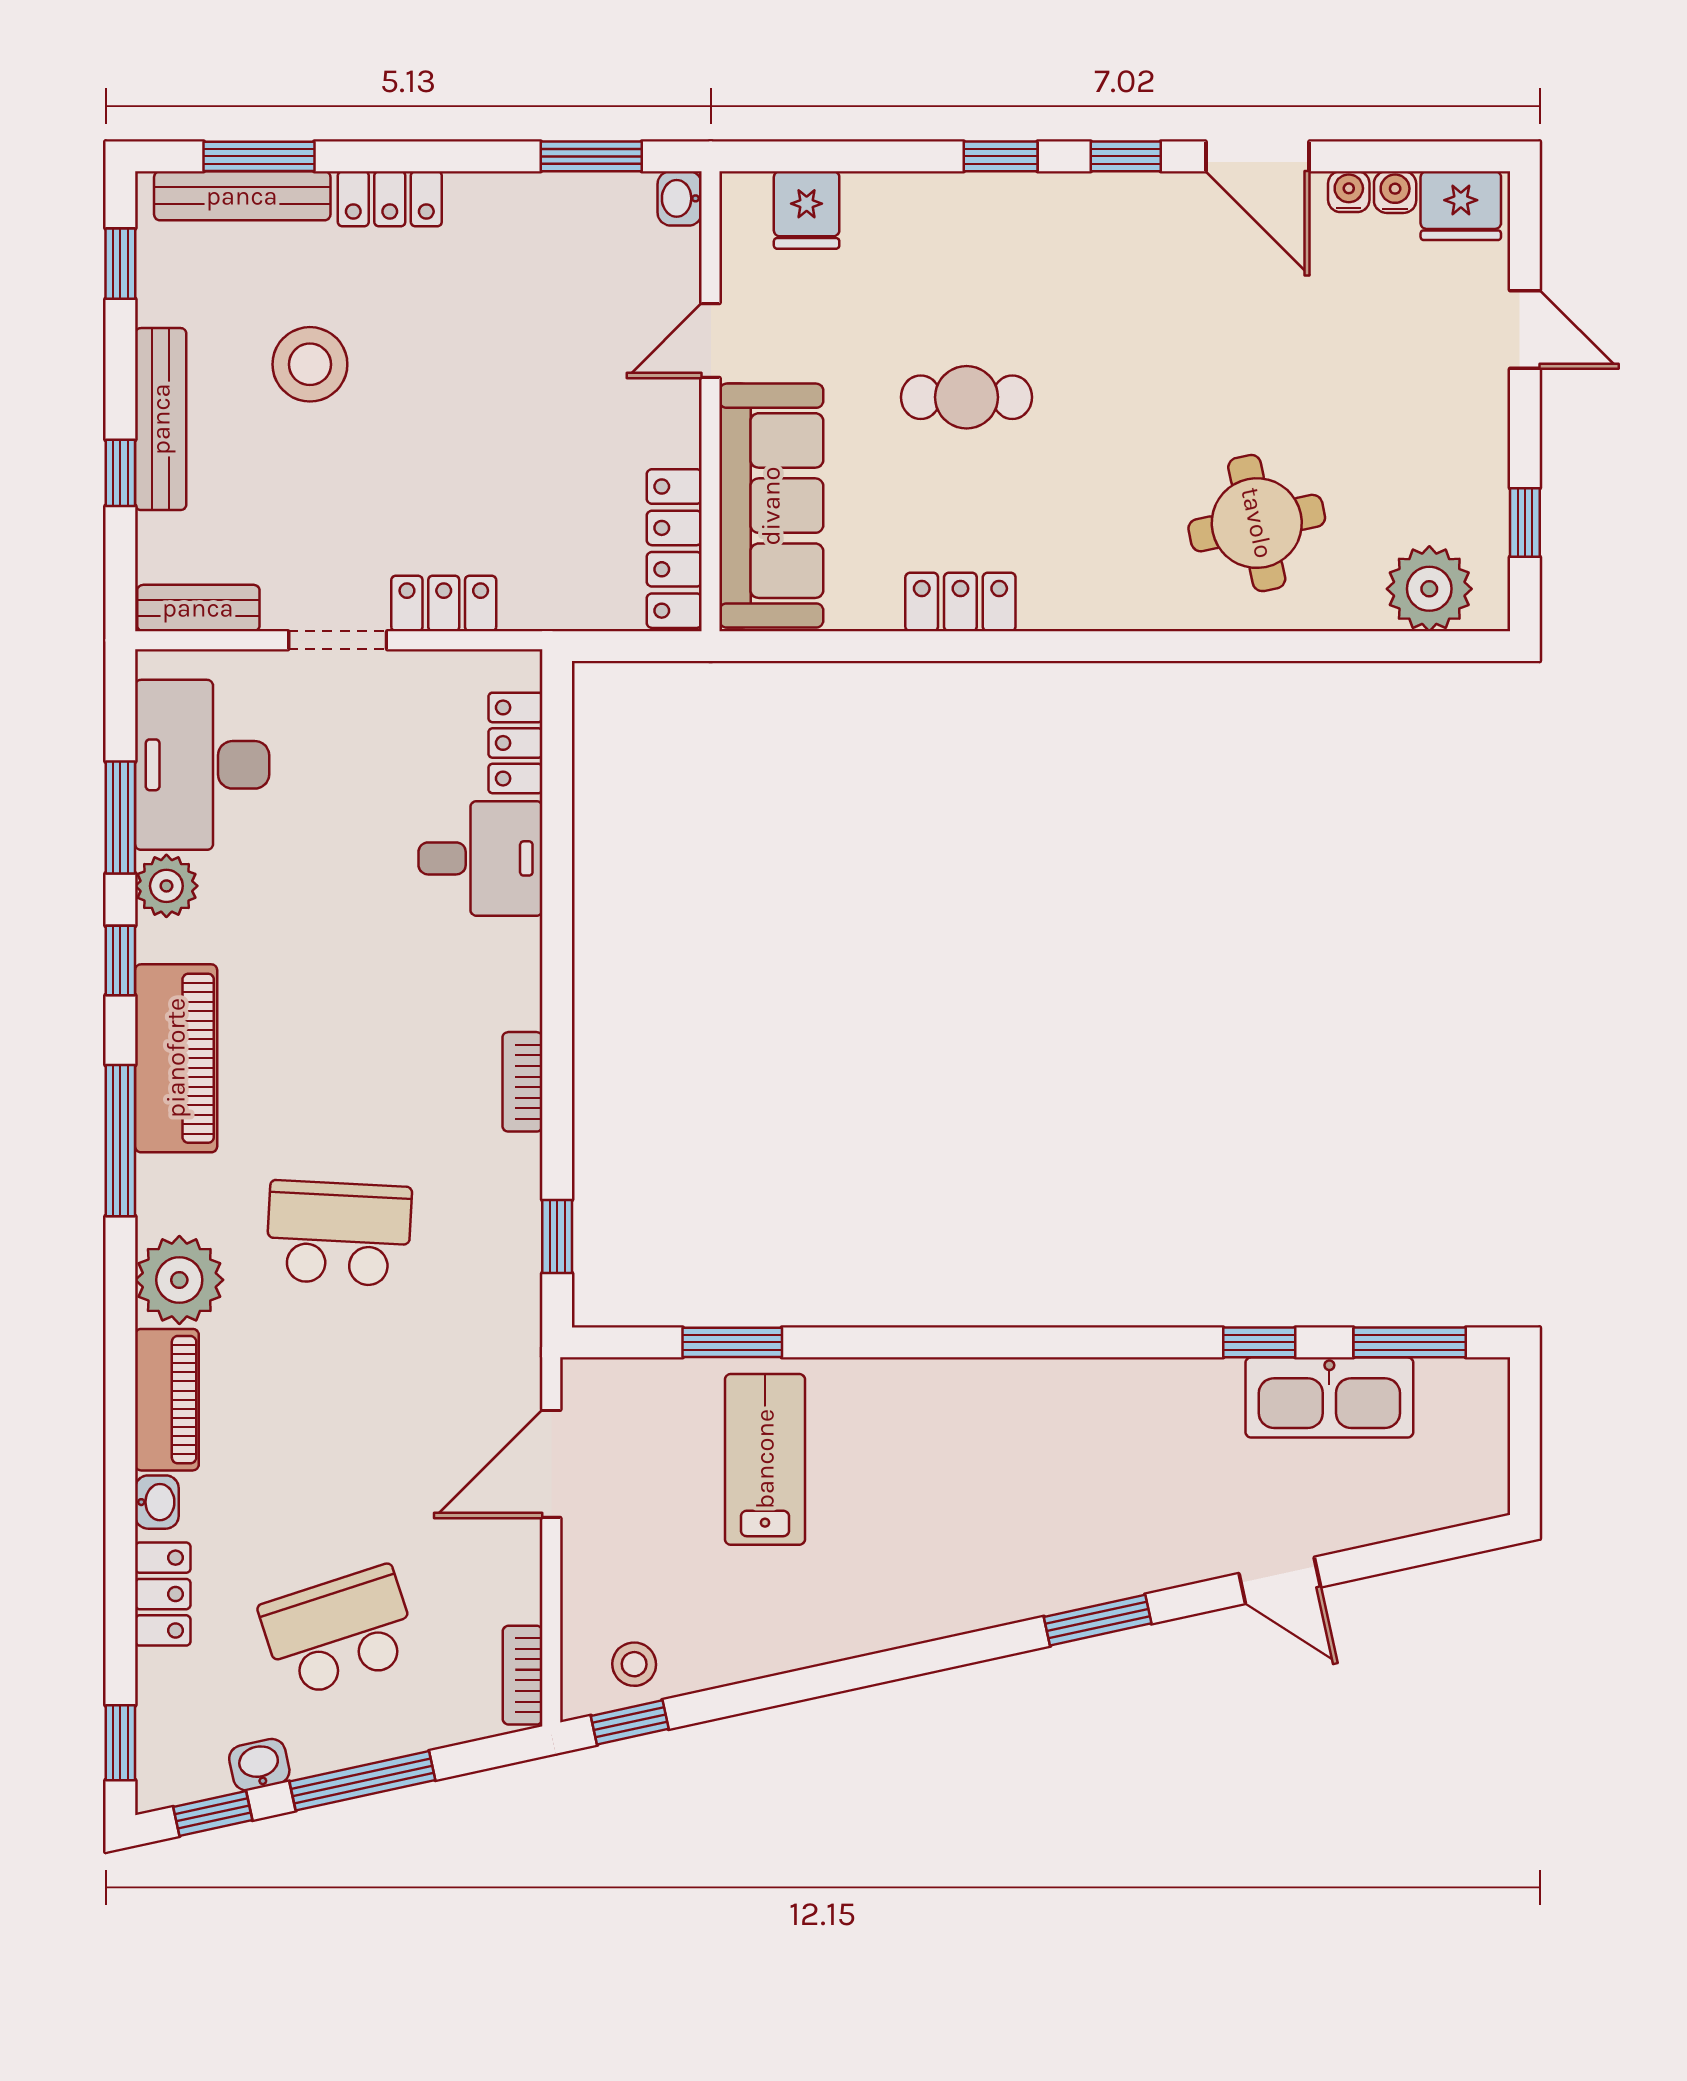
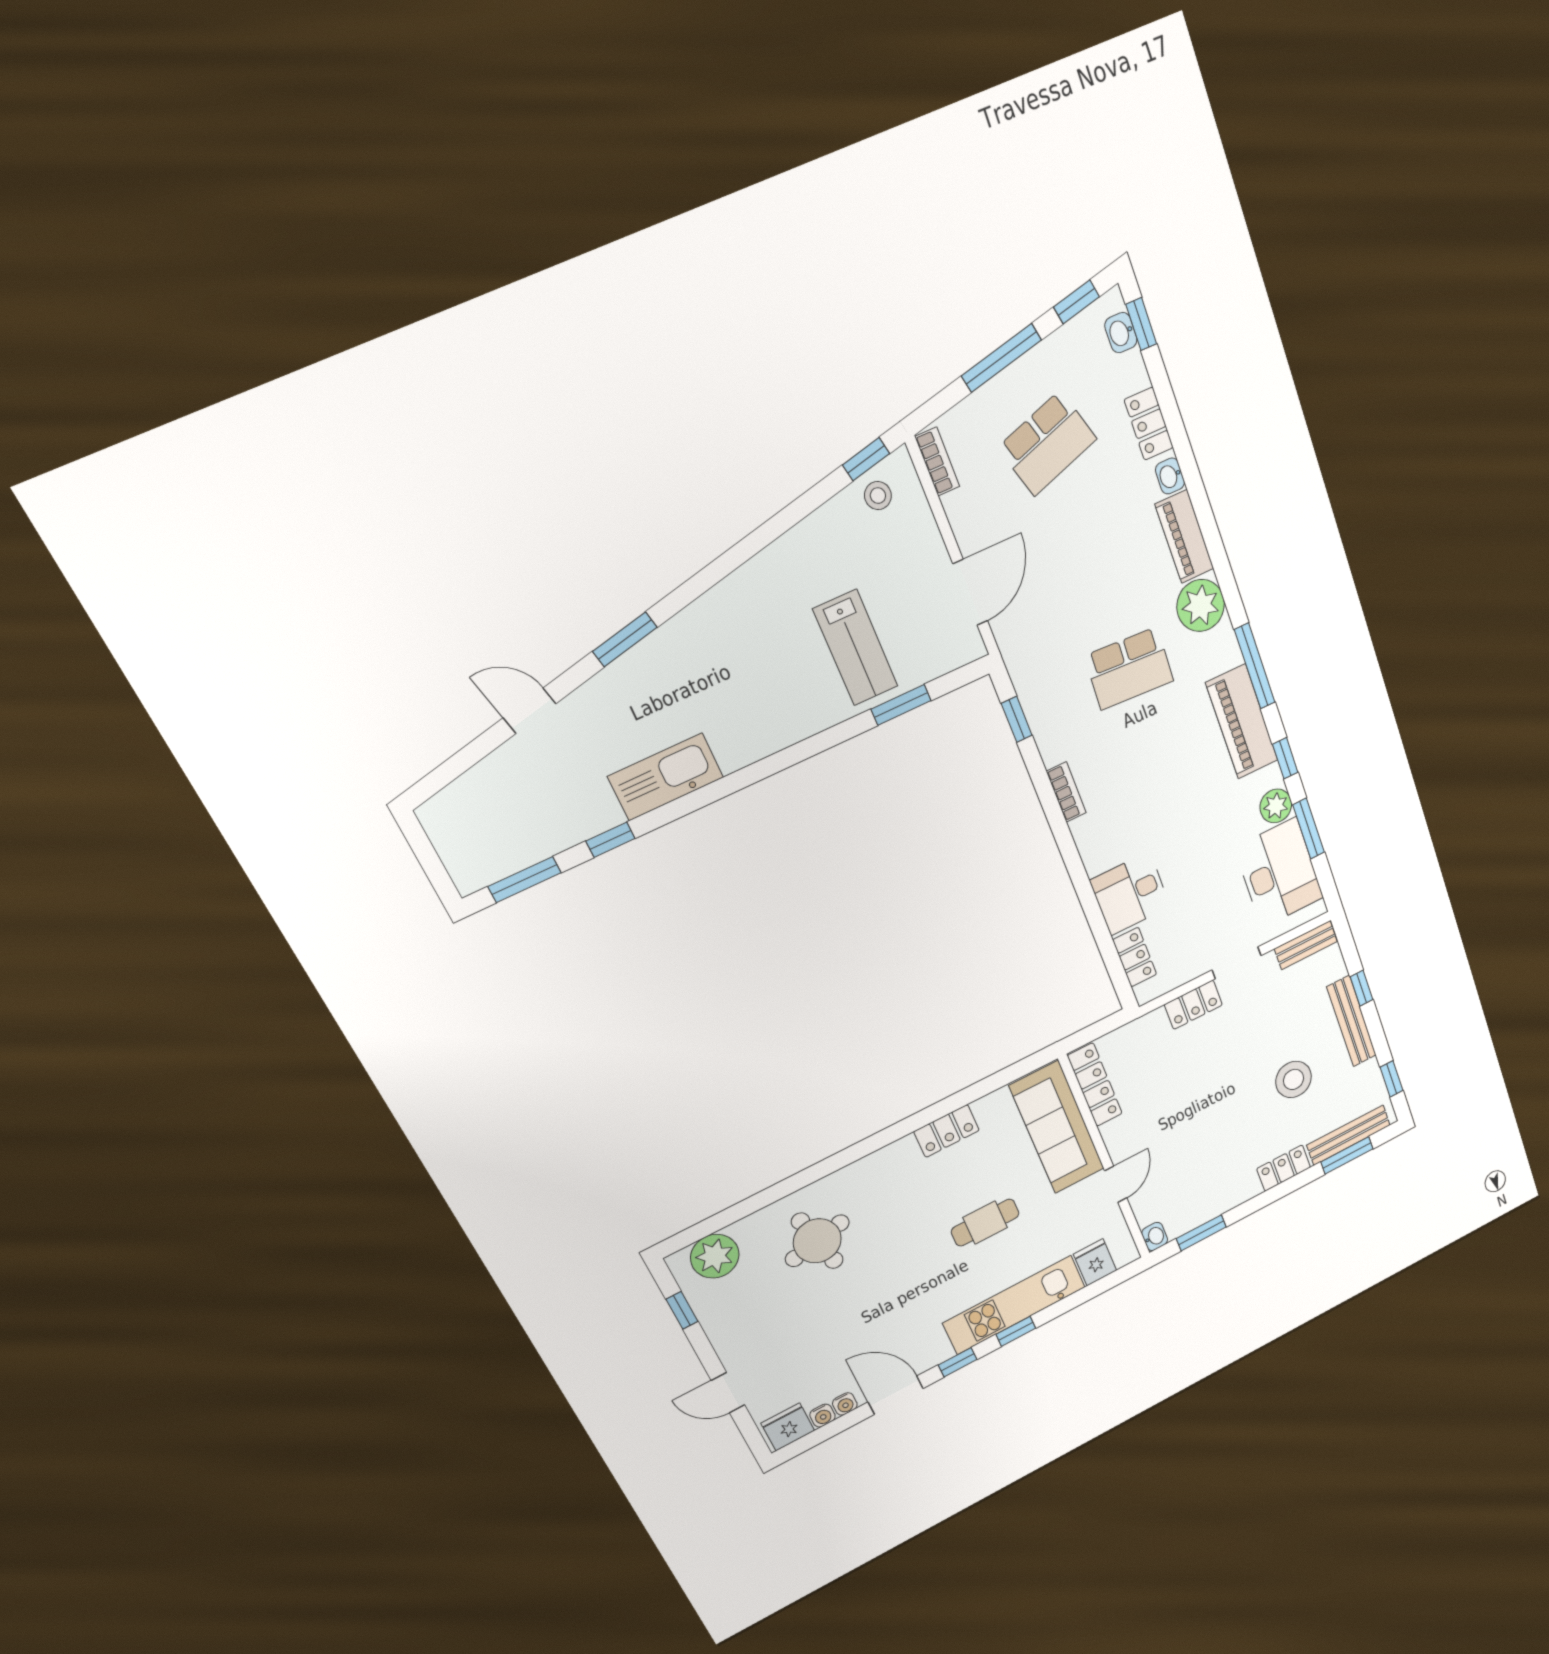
kitchen unit: (982, 210) -> (1014, 1305), added
kitchen sink: (1329, 1397) -> (666, 777), moved
washbasin: (259, 1765) -> (1121, 333), moved, turned 102

